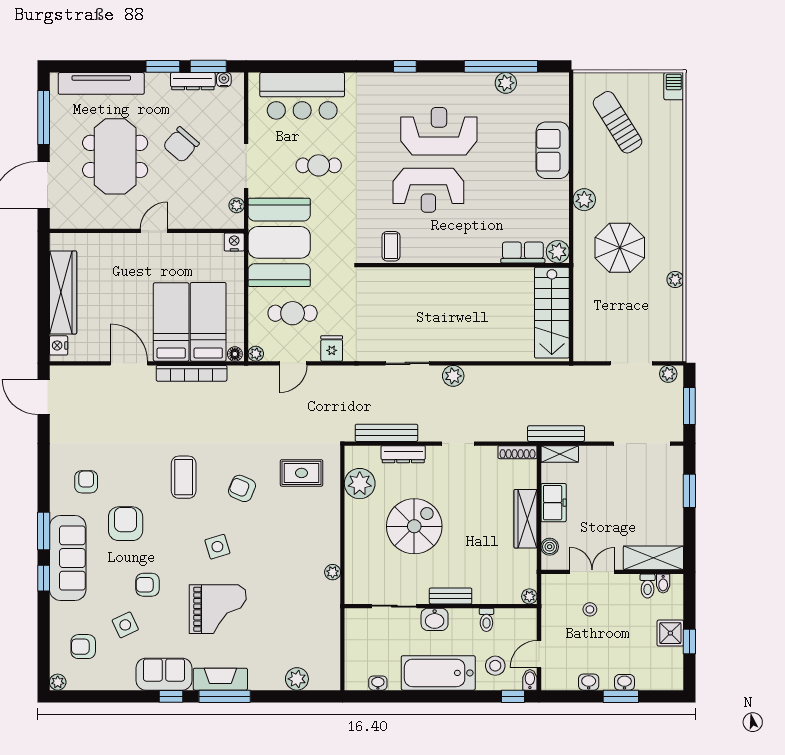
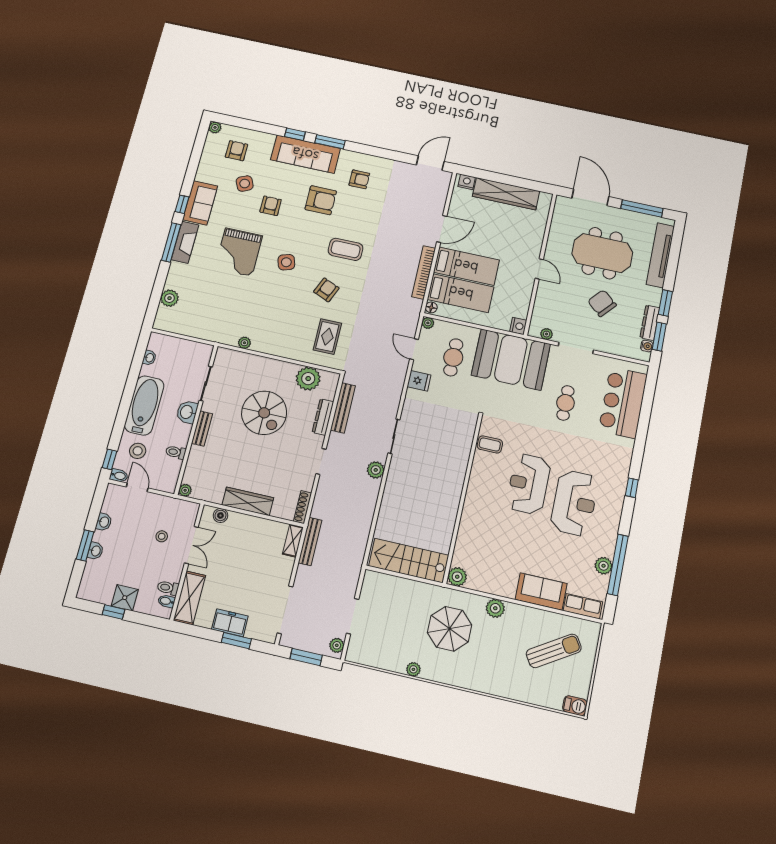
row of seats: (523, 253) -> (583, 606), moved, turned -90
freezer: (554, 503) -> (230, 623), moved, turned 180

